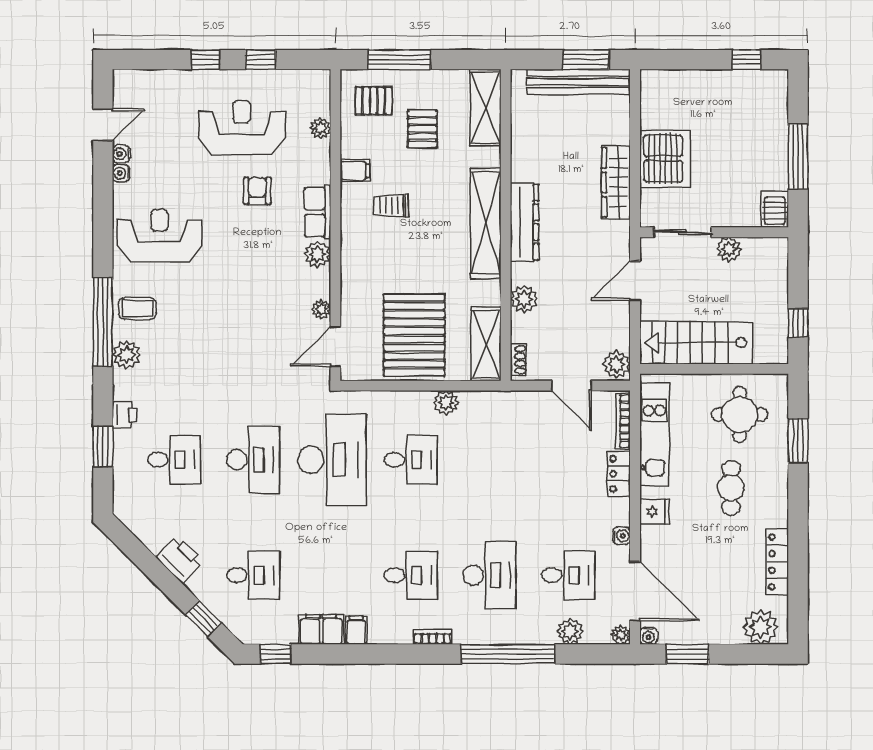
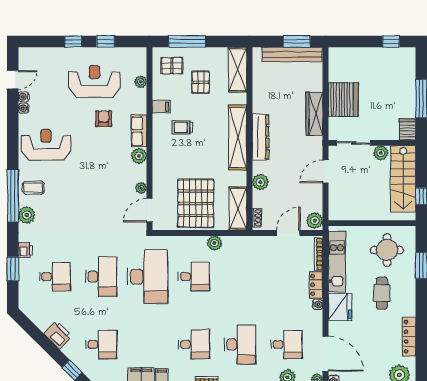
stairs: (696, 343) -> (403, 179), moved, turned -90
door: (572, 386) -> (288, 233), swing flipped
fridge: (655, 512) -> (340, 307), width x1.88, depth x1.34
water cooler: (621, 536) -> (318, 304), moved

